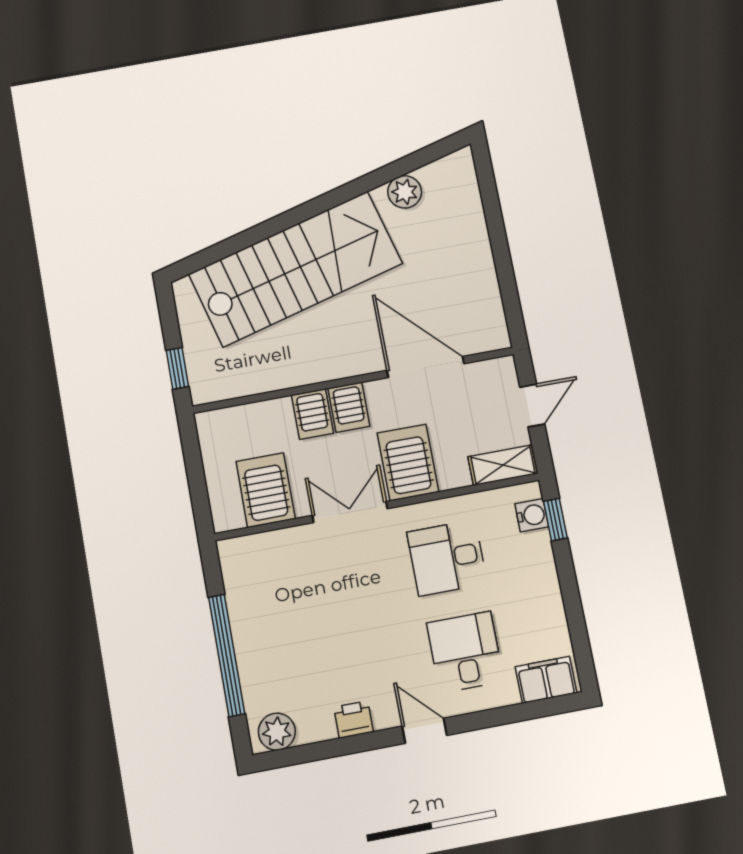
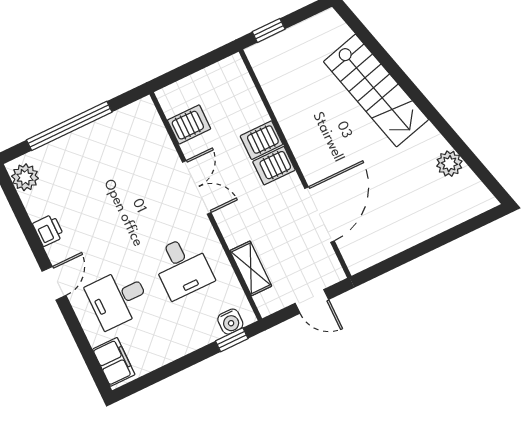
stairs: (296, 269) -> (376, 91), width x0.73, depth x0.66
server rack: (408, 462) -> (245, 220), removed
shelving: (503, 465) -> (251, 268), moved
server rack: (266, 490) -> (189, 124), width x0.73, depth x0.70
desk: (447, 558) -> (182, 267), turned 180
desk: (465, 652) -> (118, 298), turned 180

